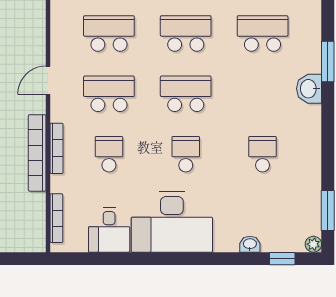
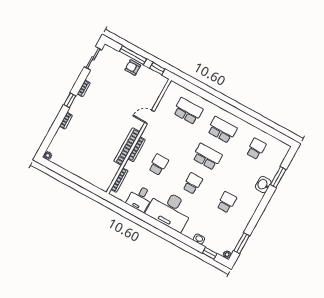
school desk: (263, 33) -> (256, 149), width x0.54
school desk: (109, 94) -> (173, 138), removed

